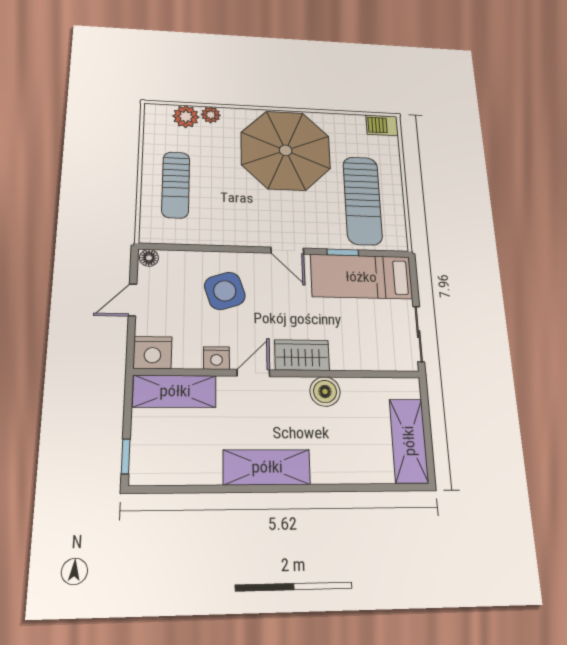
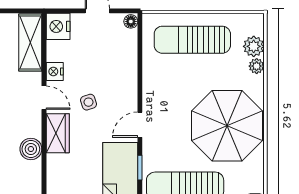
sun lounger: (176, 185) -> (192, 40), width x1.36, depth x1.34
side table: (225, 291) -> (89, 102), moved, width x0.54, depth x0.54

